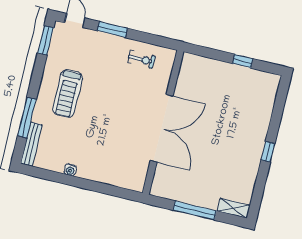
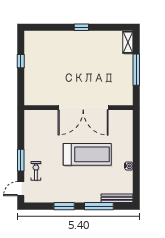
window: (46, 40) -> (64, 206), moved
exercise bike: (141, 59) -> (36, 171), moved
treadmill: (68, 93) -> (87, 154), moved, width x1.37, depth x1.38
double door: (162, 128) -> (83, 108), swing flipped

